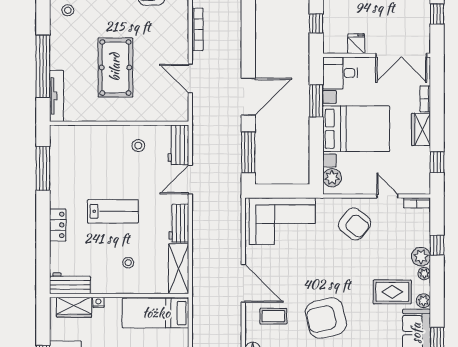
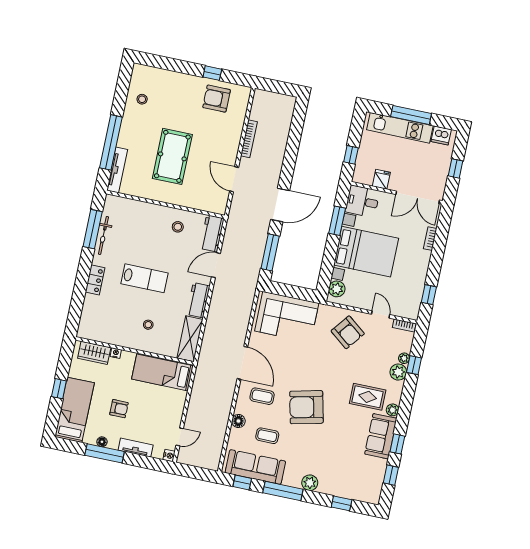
wardrobe: (421, 129) -> (421, 264), removed
bicycle: (57, 173) -> (103, 235), added
plant: (424, 274) -> (404, 358), moved
workbench: (70, 283) -> (95, 332), removed

